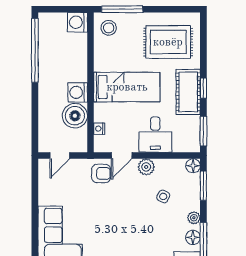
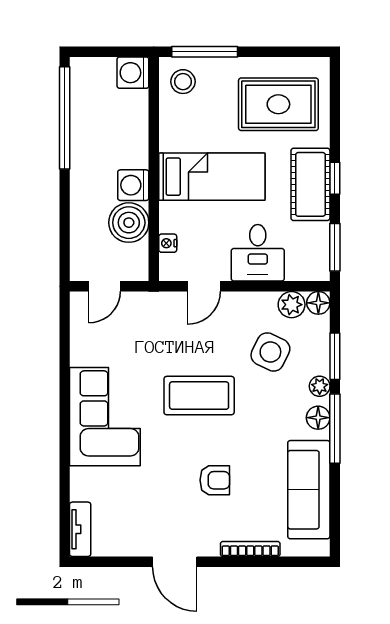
plant: (146, 167) -> (292, 305), moved
armchair: (101, 173) -> (171, 315), removed
window: (203, 186) -> (335, 356), moved
side table: (163, 196) -> (270, 352), width x1.87, depth x1.87
coffee table: (119, 224) -> (199, 396), added

